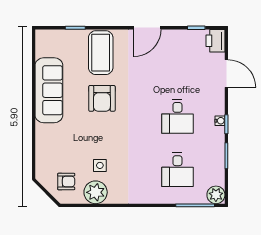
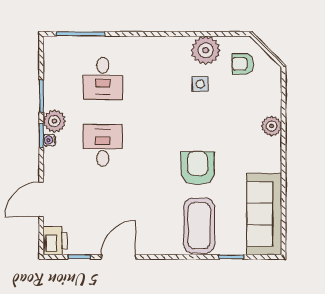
door: (147, 28) -> (119, 257), moved
door: (226, 74) -> (41, 199), hinge flipped
sofa: (49, 90) -> (264, 214), moved
plant: (43, 132) -> (272, 126), added
desk: (177, 170) -> (103, 78), turned 180
plant: (216, 195) -> (54, 121), moved

